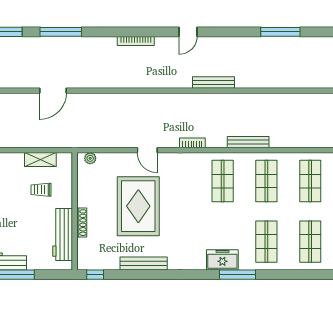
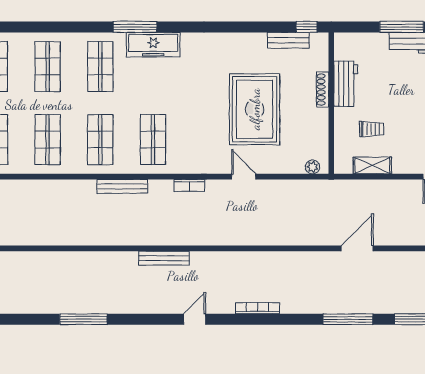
workbench: (63, 235) -> (346, 84), width x0.73
freezer: (222, 260) -> (153, 45), width x1.40
bench: (144, 264) -> (288, 40), moved, width x0.73

